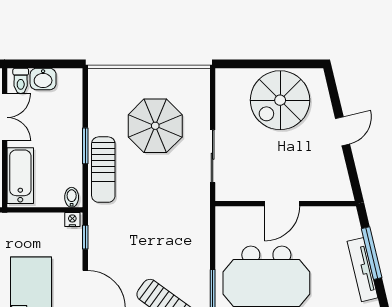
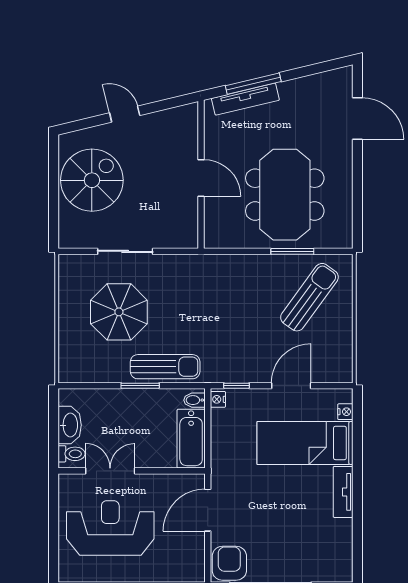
washbasin: (43, 79) -> (70, 425), width x1.38
spiral stairs: (280, 100) -> (92, 180), turned -90
sliding door: (213, 156) -> (125, 251), moved
bathtub: (20, 176) -> (191, 439), moved, turned -90
tv unit: (363, 270) -> (245, 99), moved

